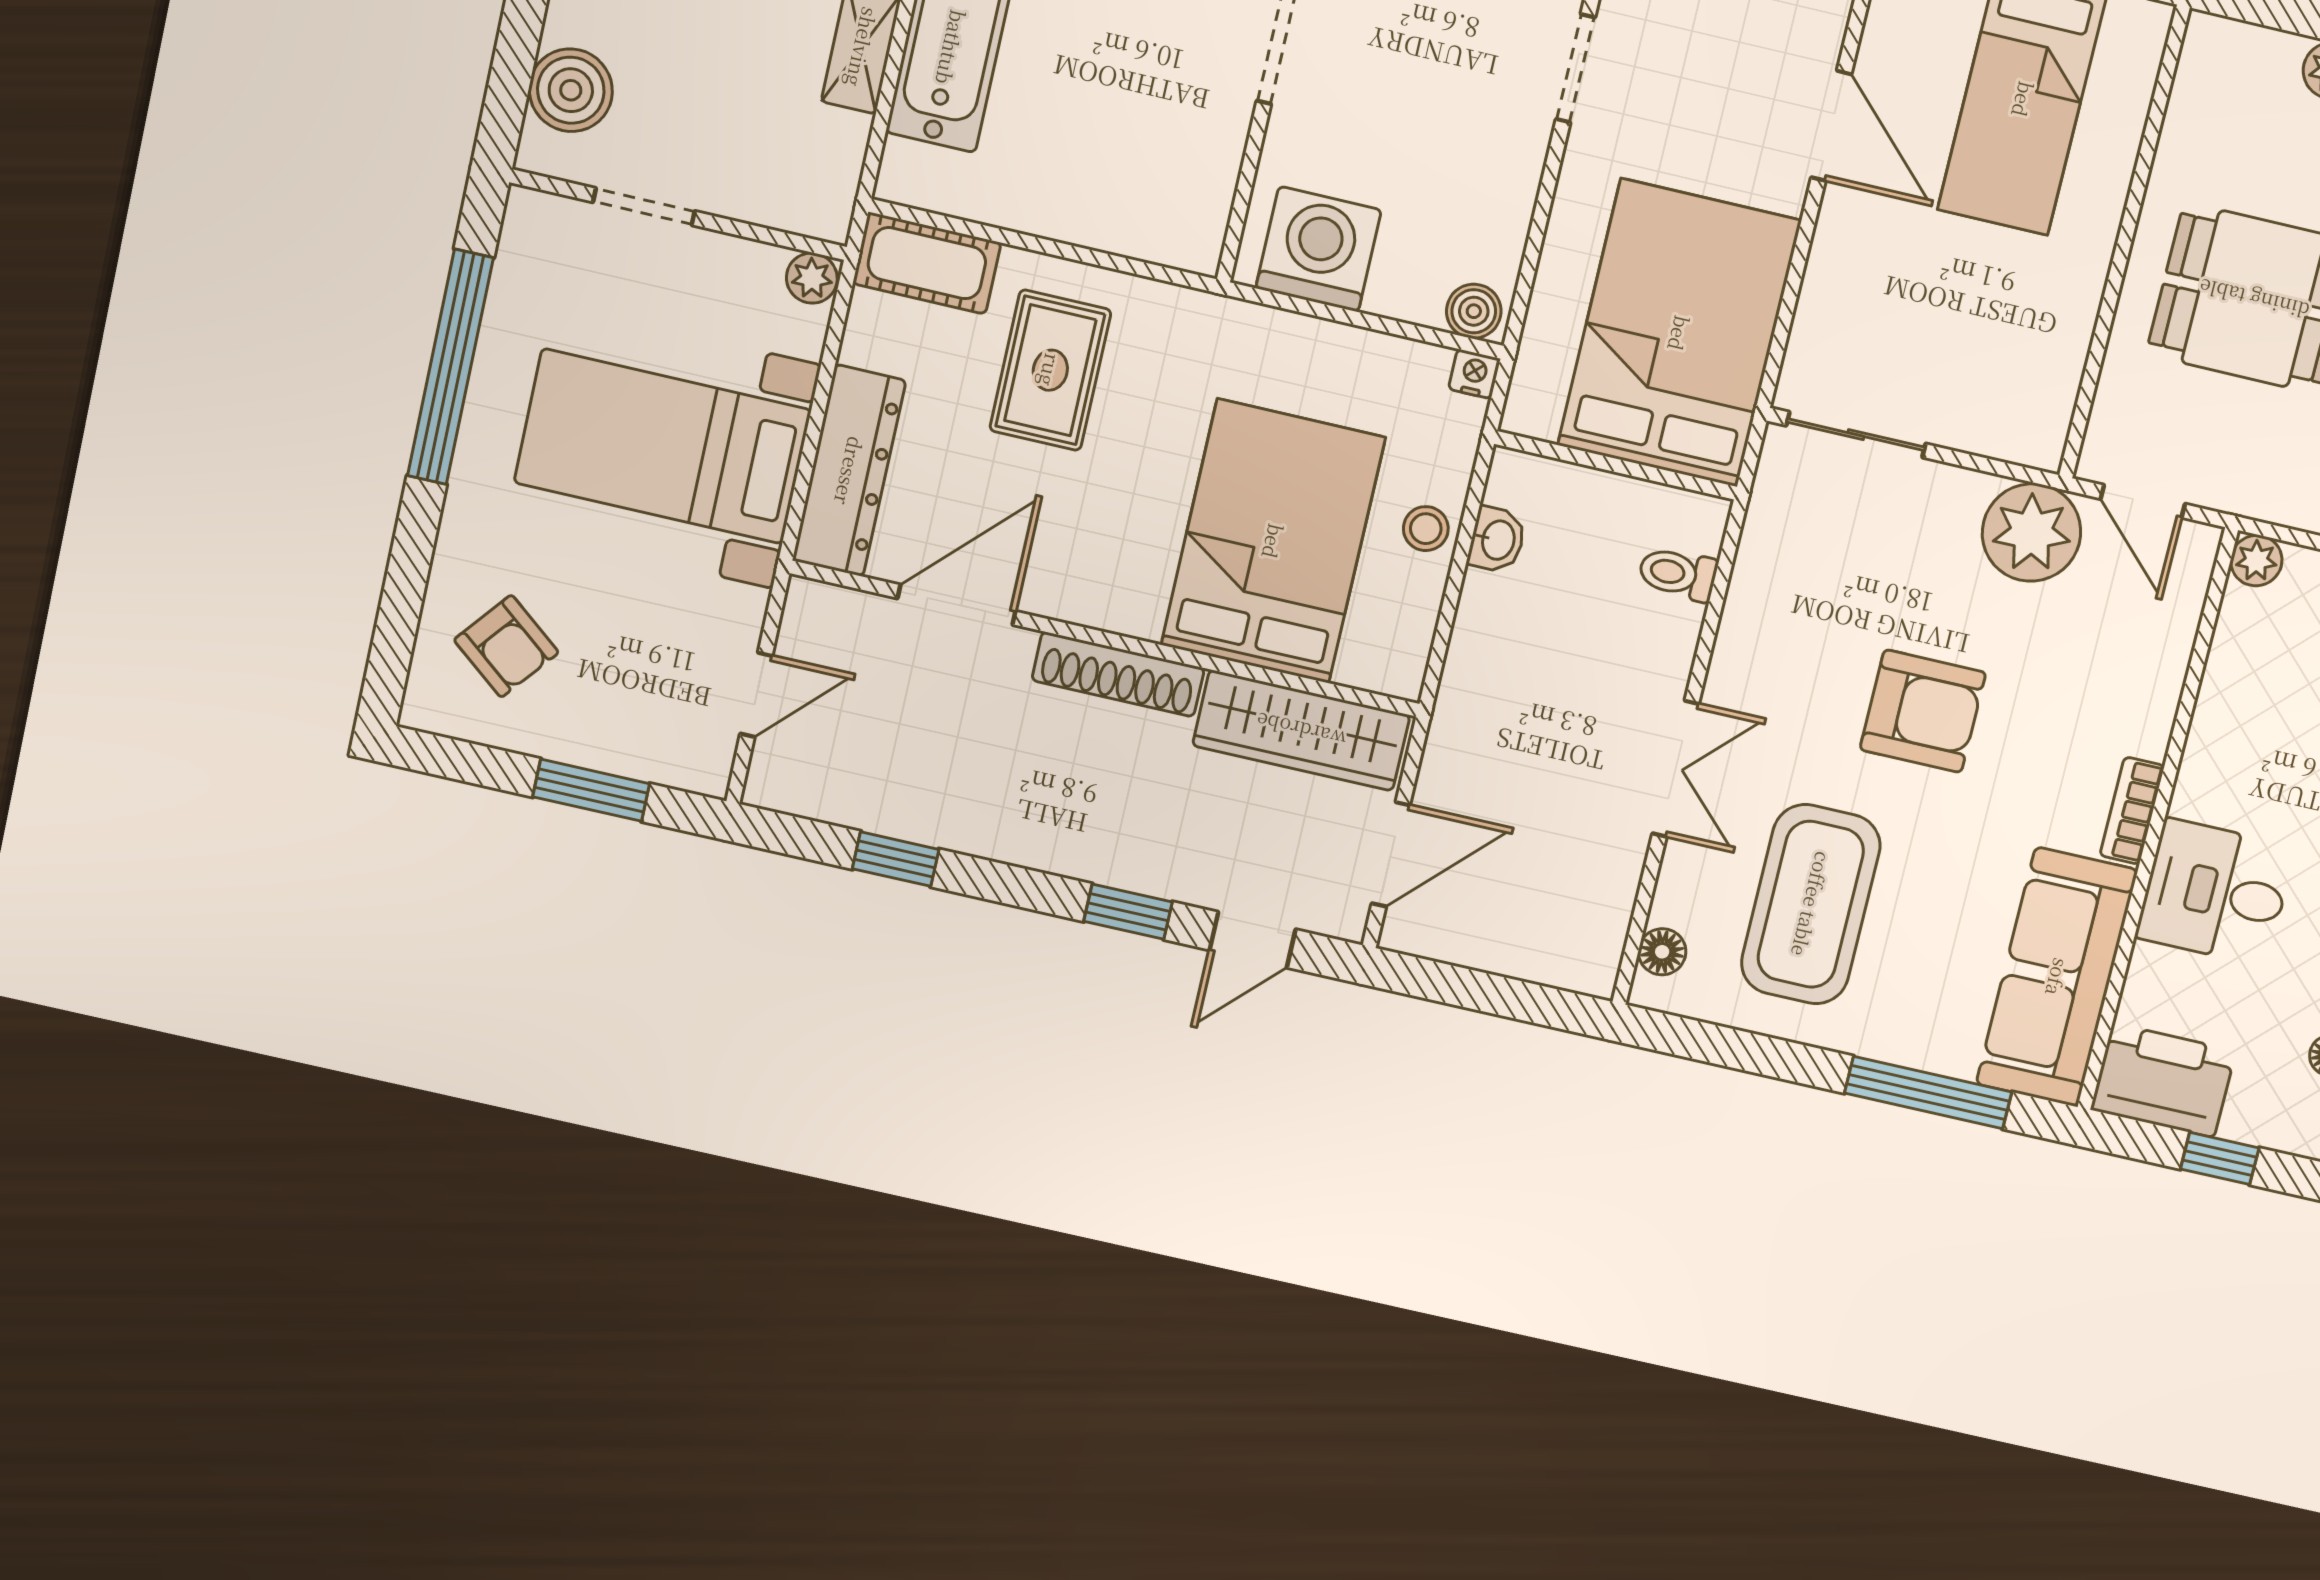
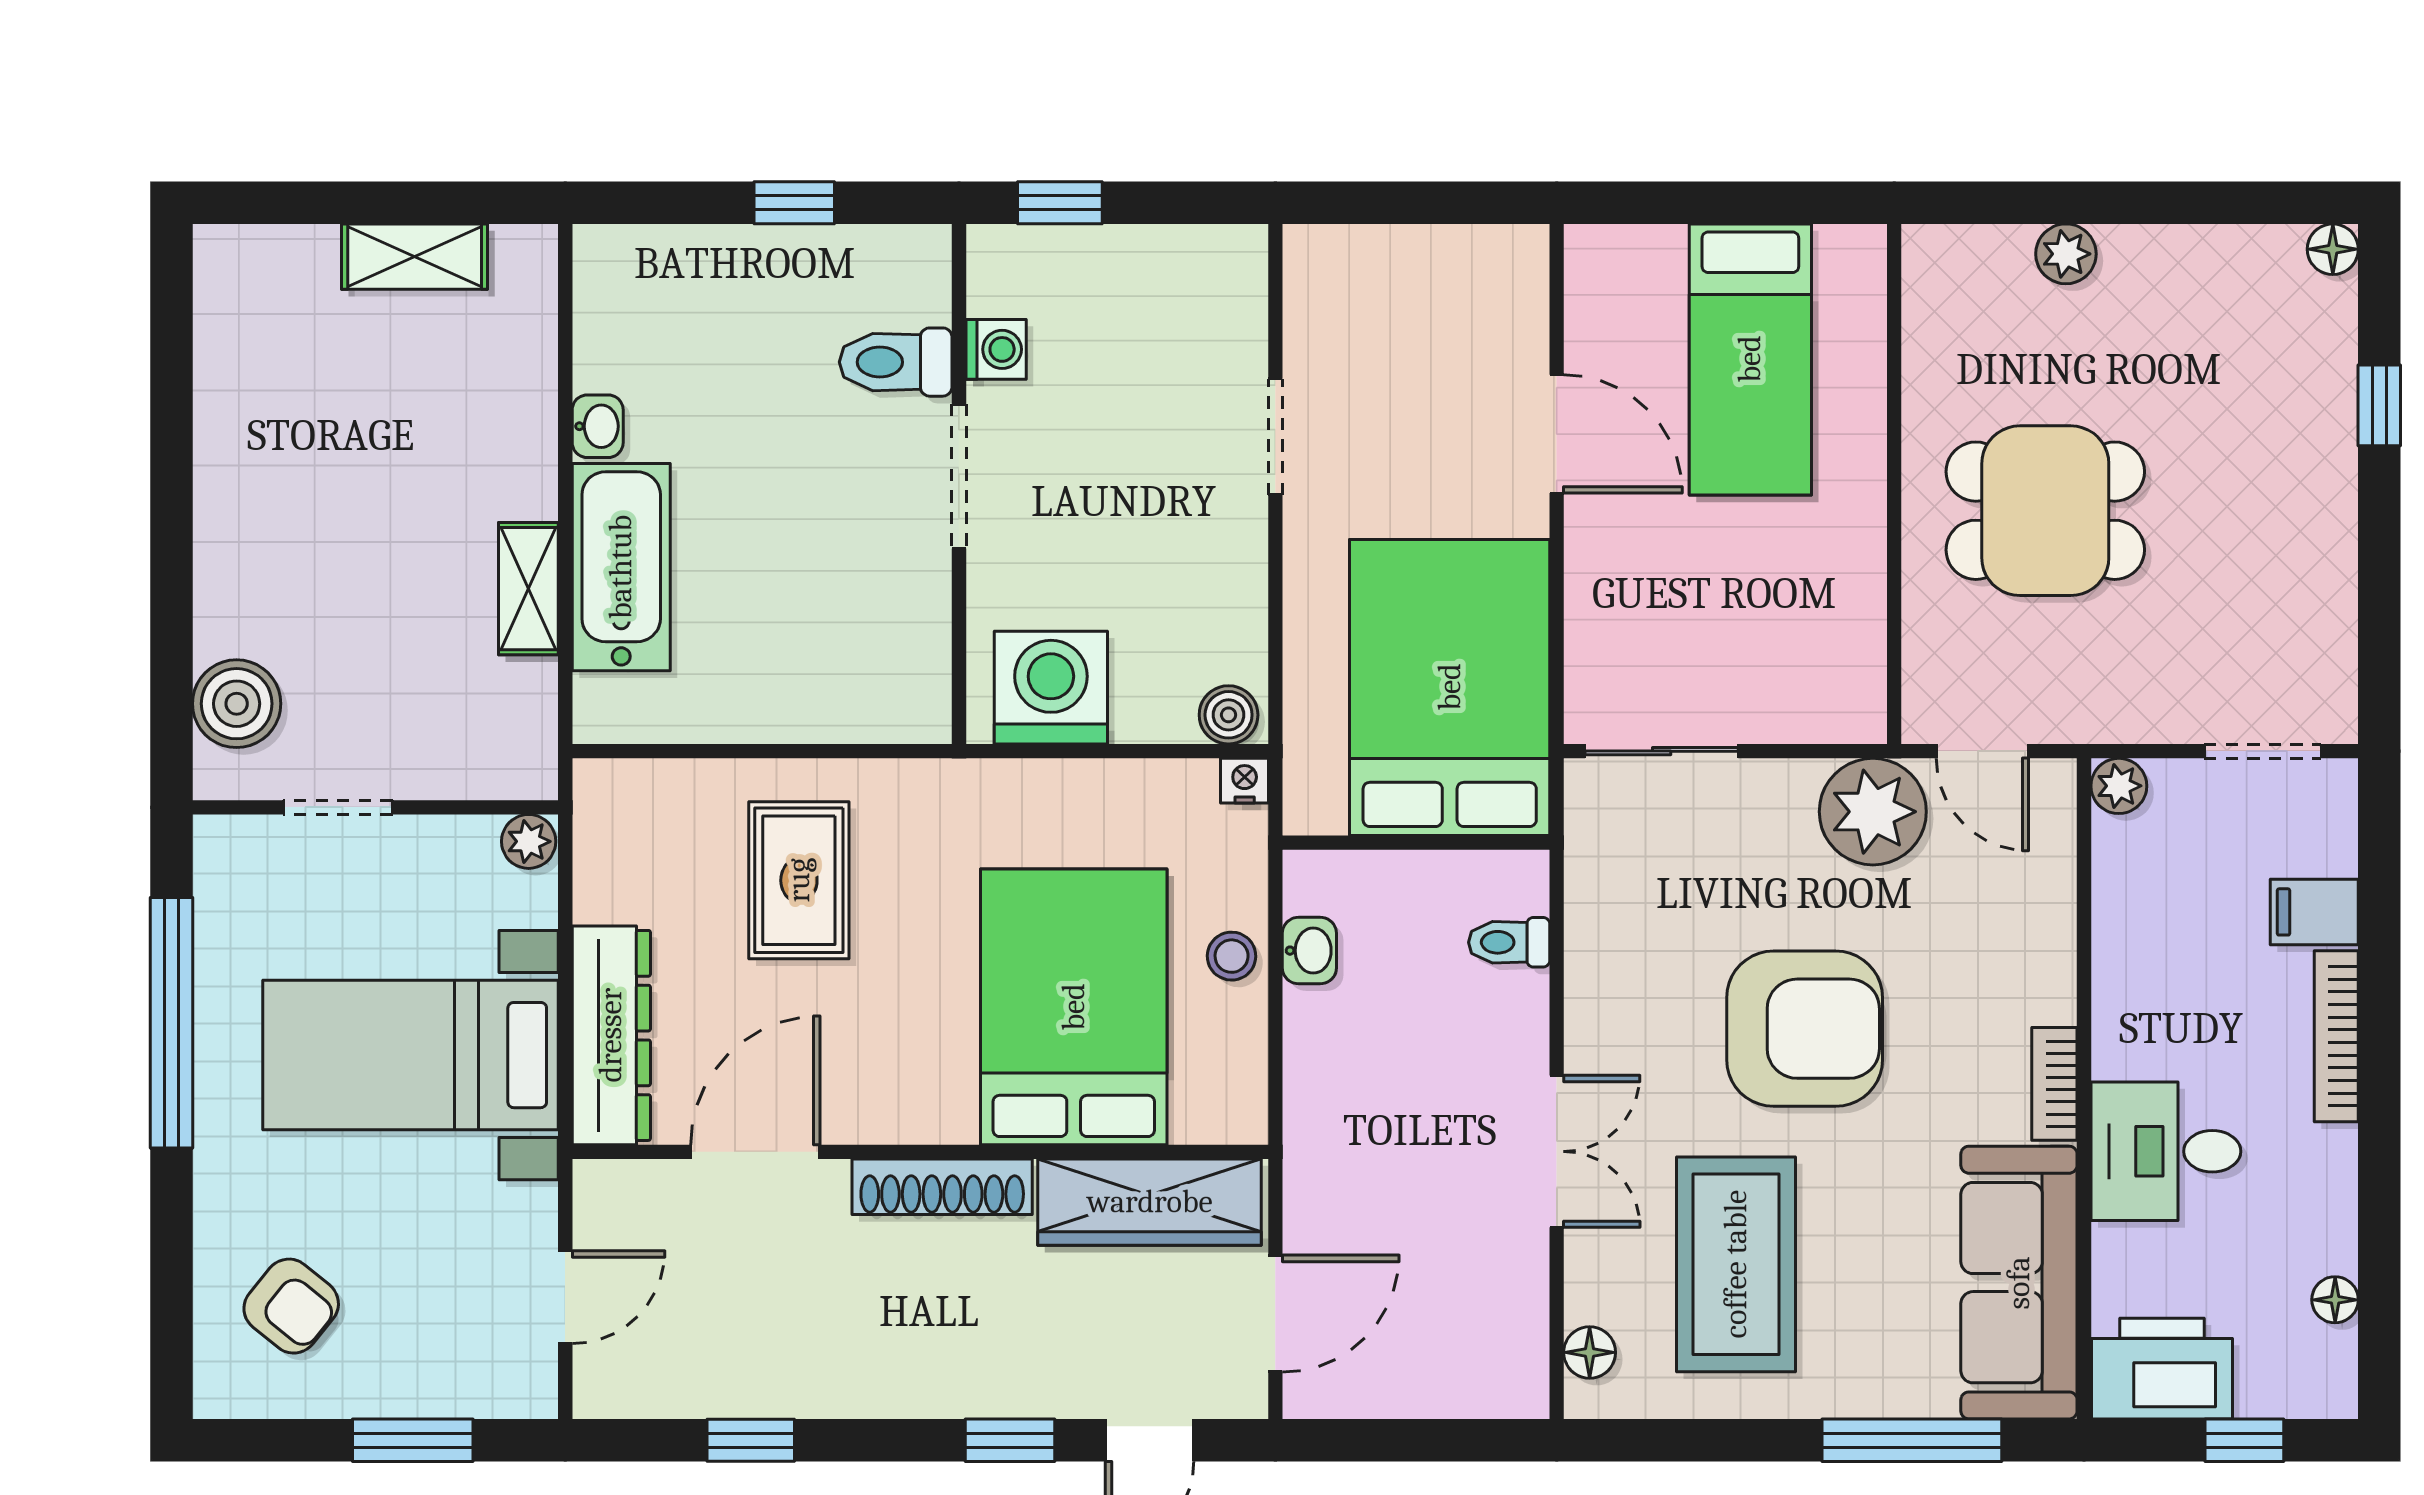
cot: (927, 263) -> (645, 798), removed
armchair: (1923, 711) -> (1805, 1029), width x1.36, depth x1.36

